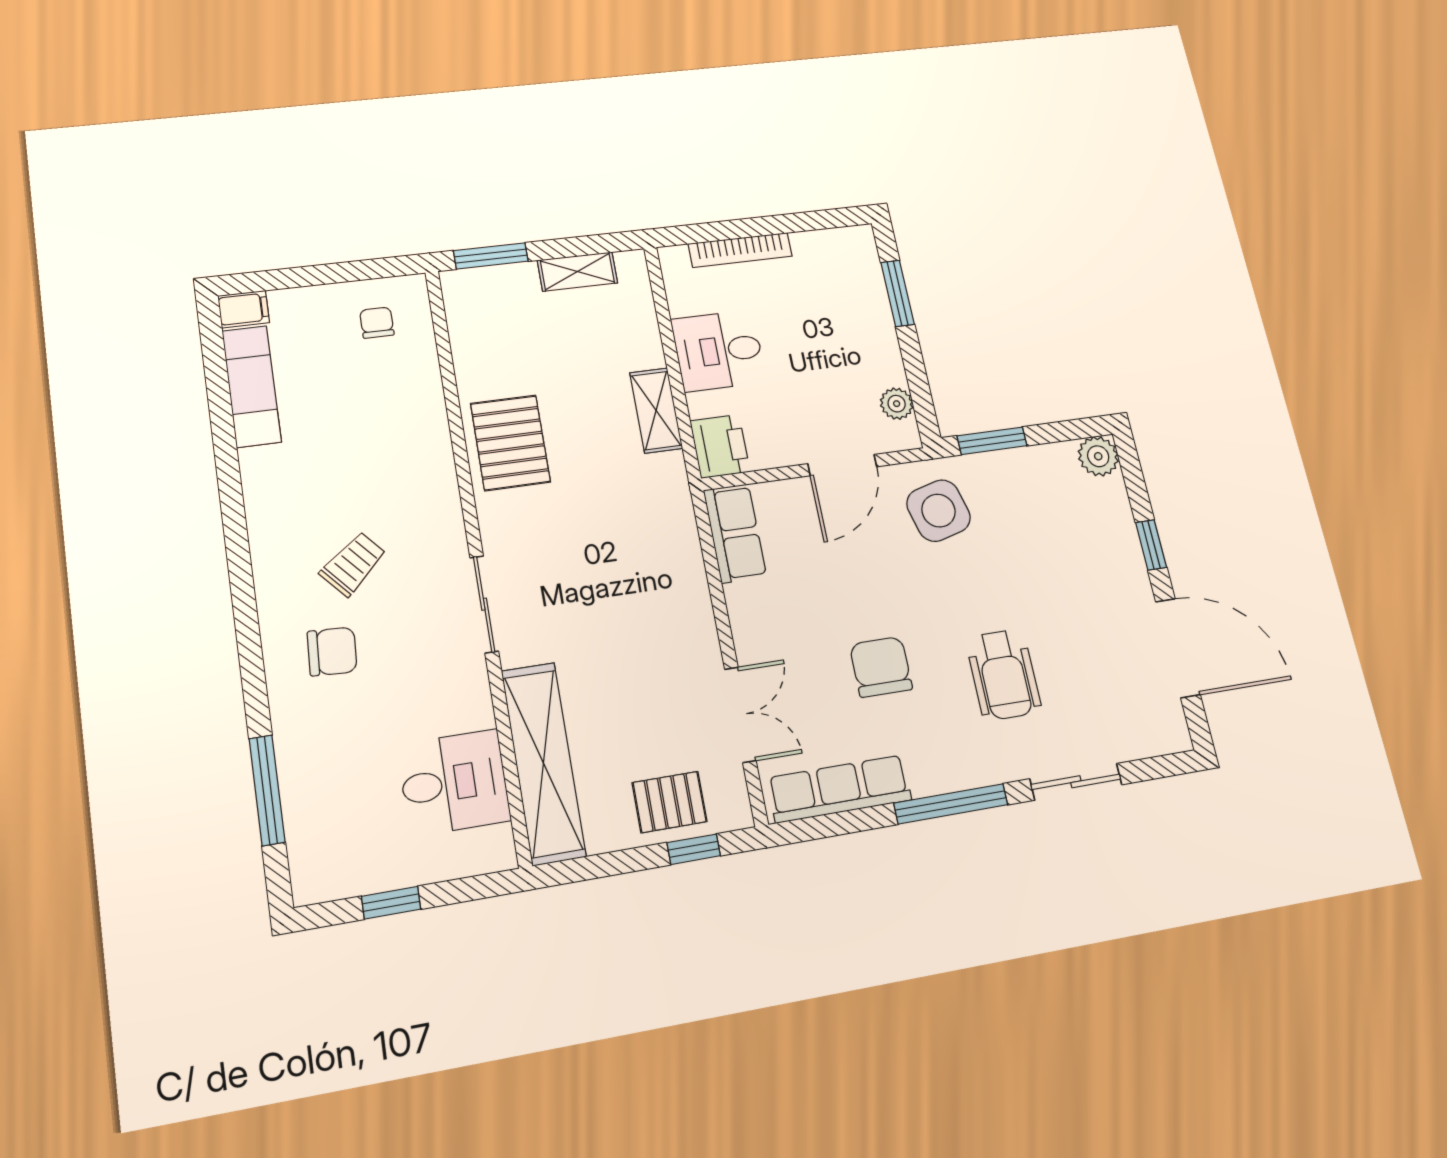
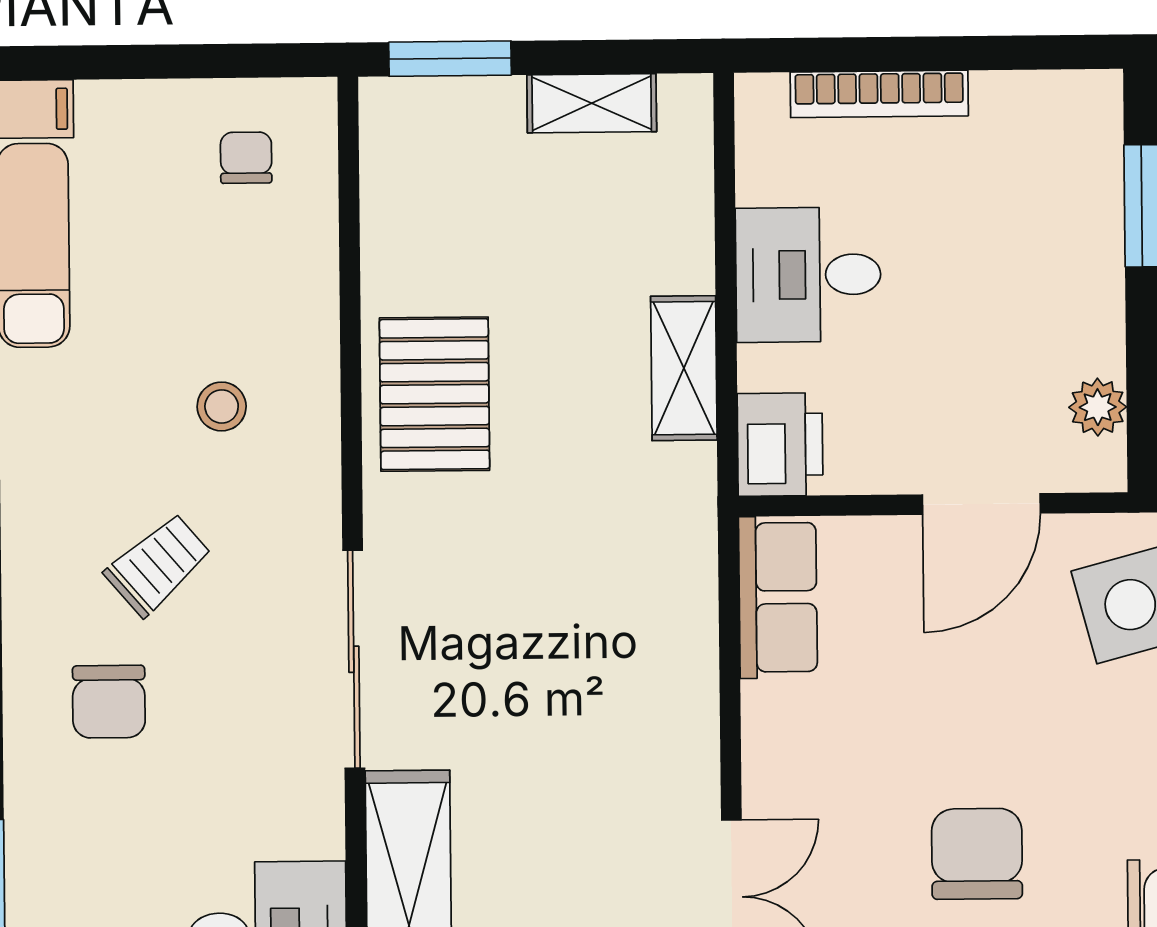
stool: (381, 465) -> (222, 406), added
sliding door: (484, 604) -> (354, 659), width x1.37
chair: (332, 651) -> (109, 702), turned 87

